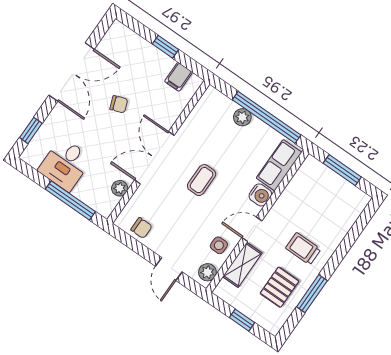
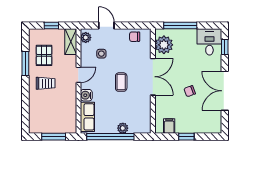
desk: (65, 164) -> (209, 42), moved
plant: (120, 188) -> (164, 45), width x1.88, depth x1.88
side table: (219, 245) -> (101, 54), moved
shelving: (242, 265) -> (71, 42), moved

